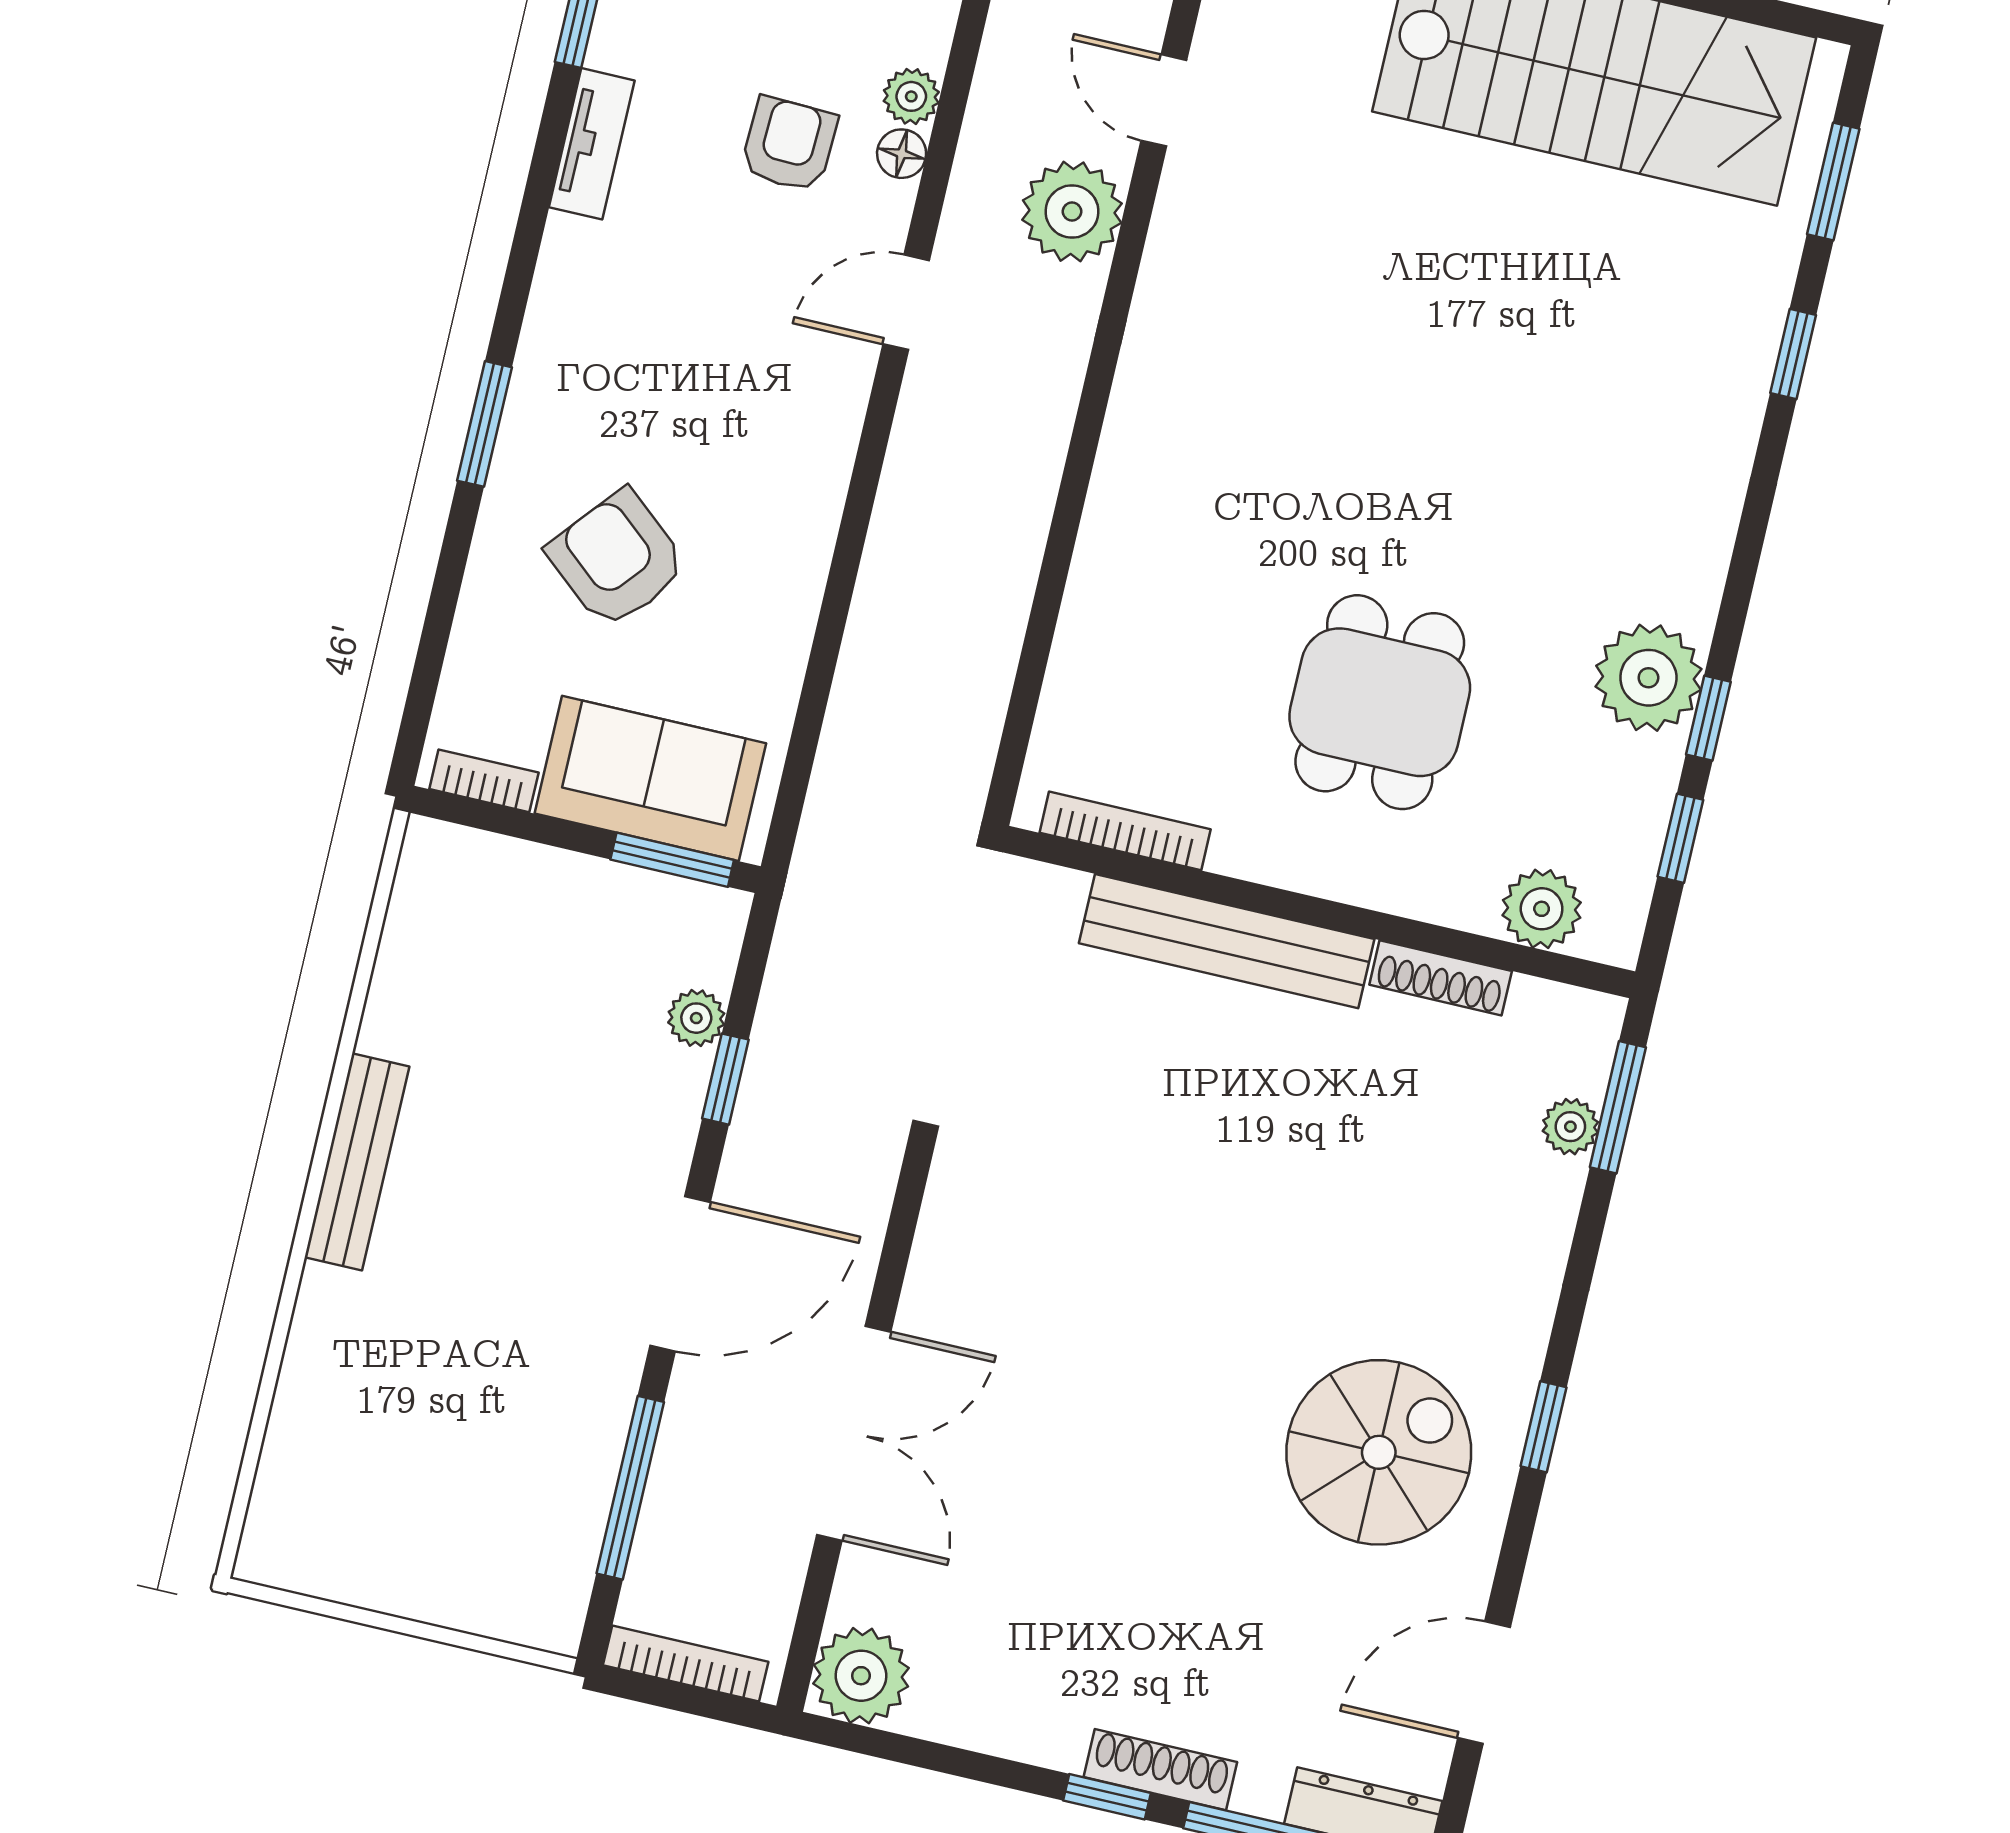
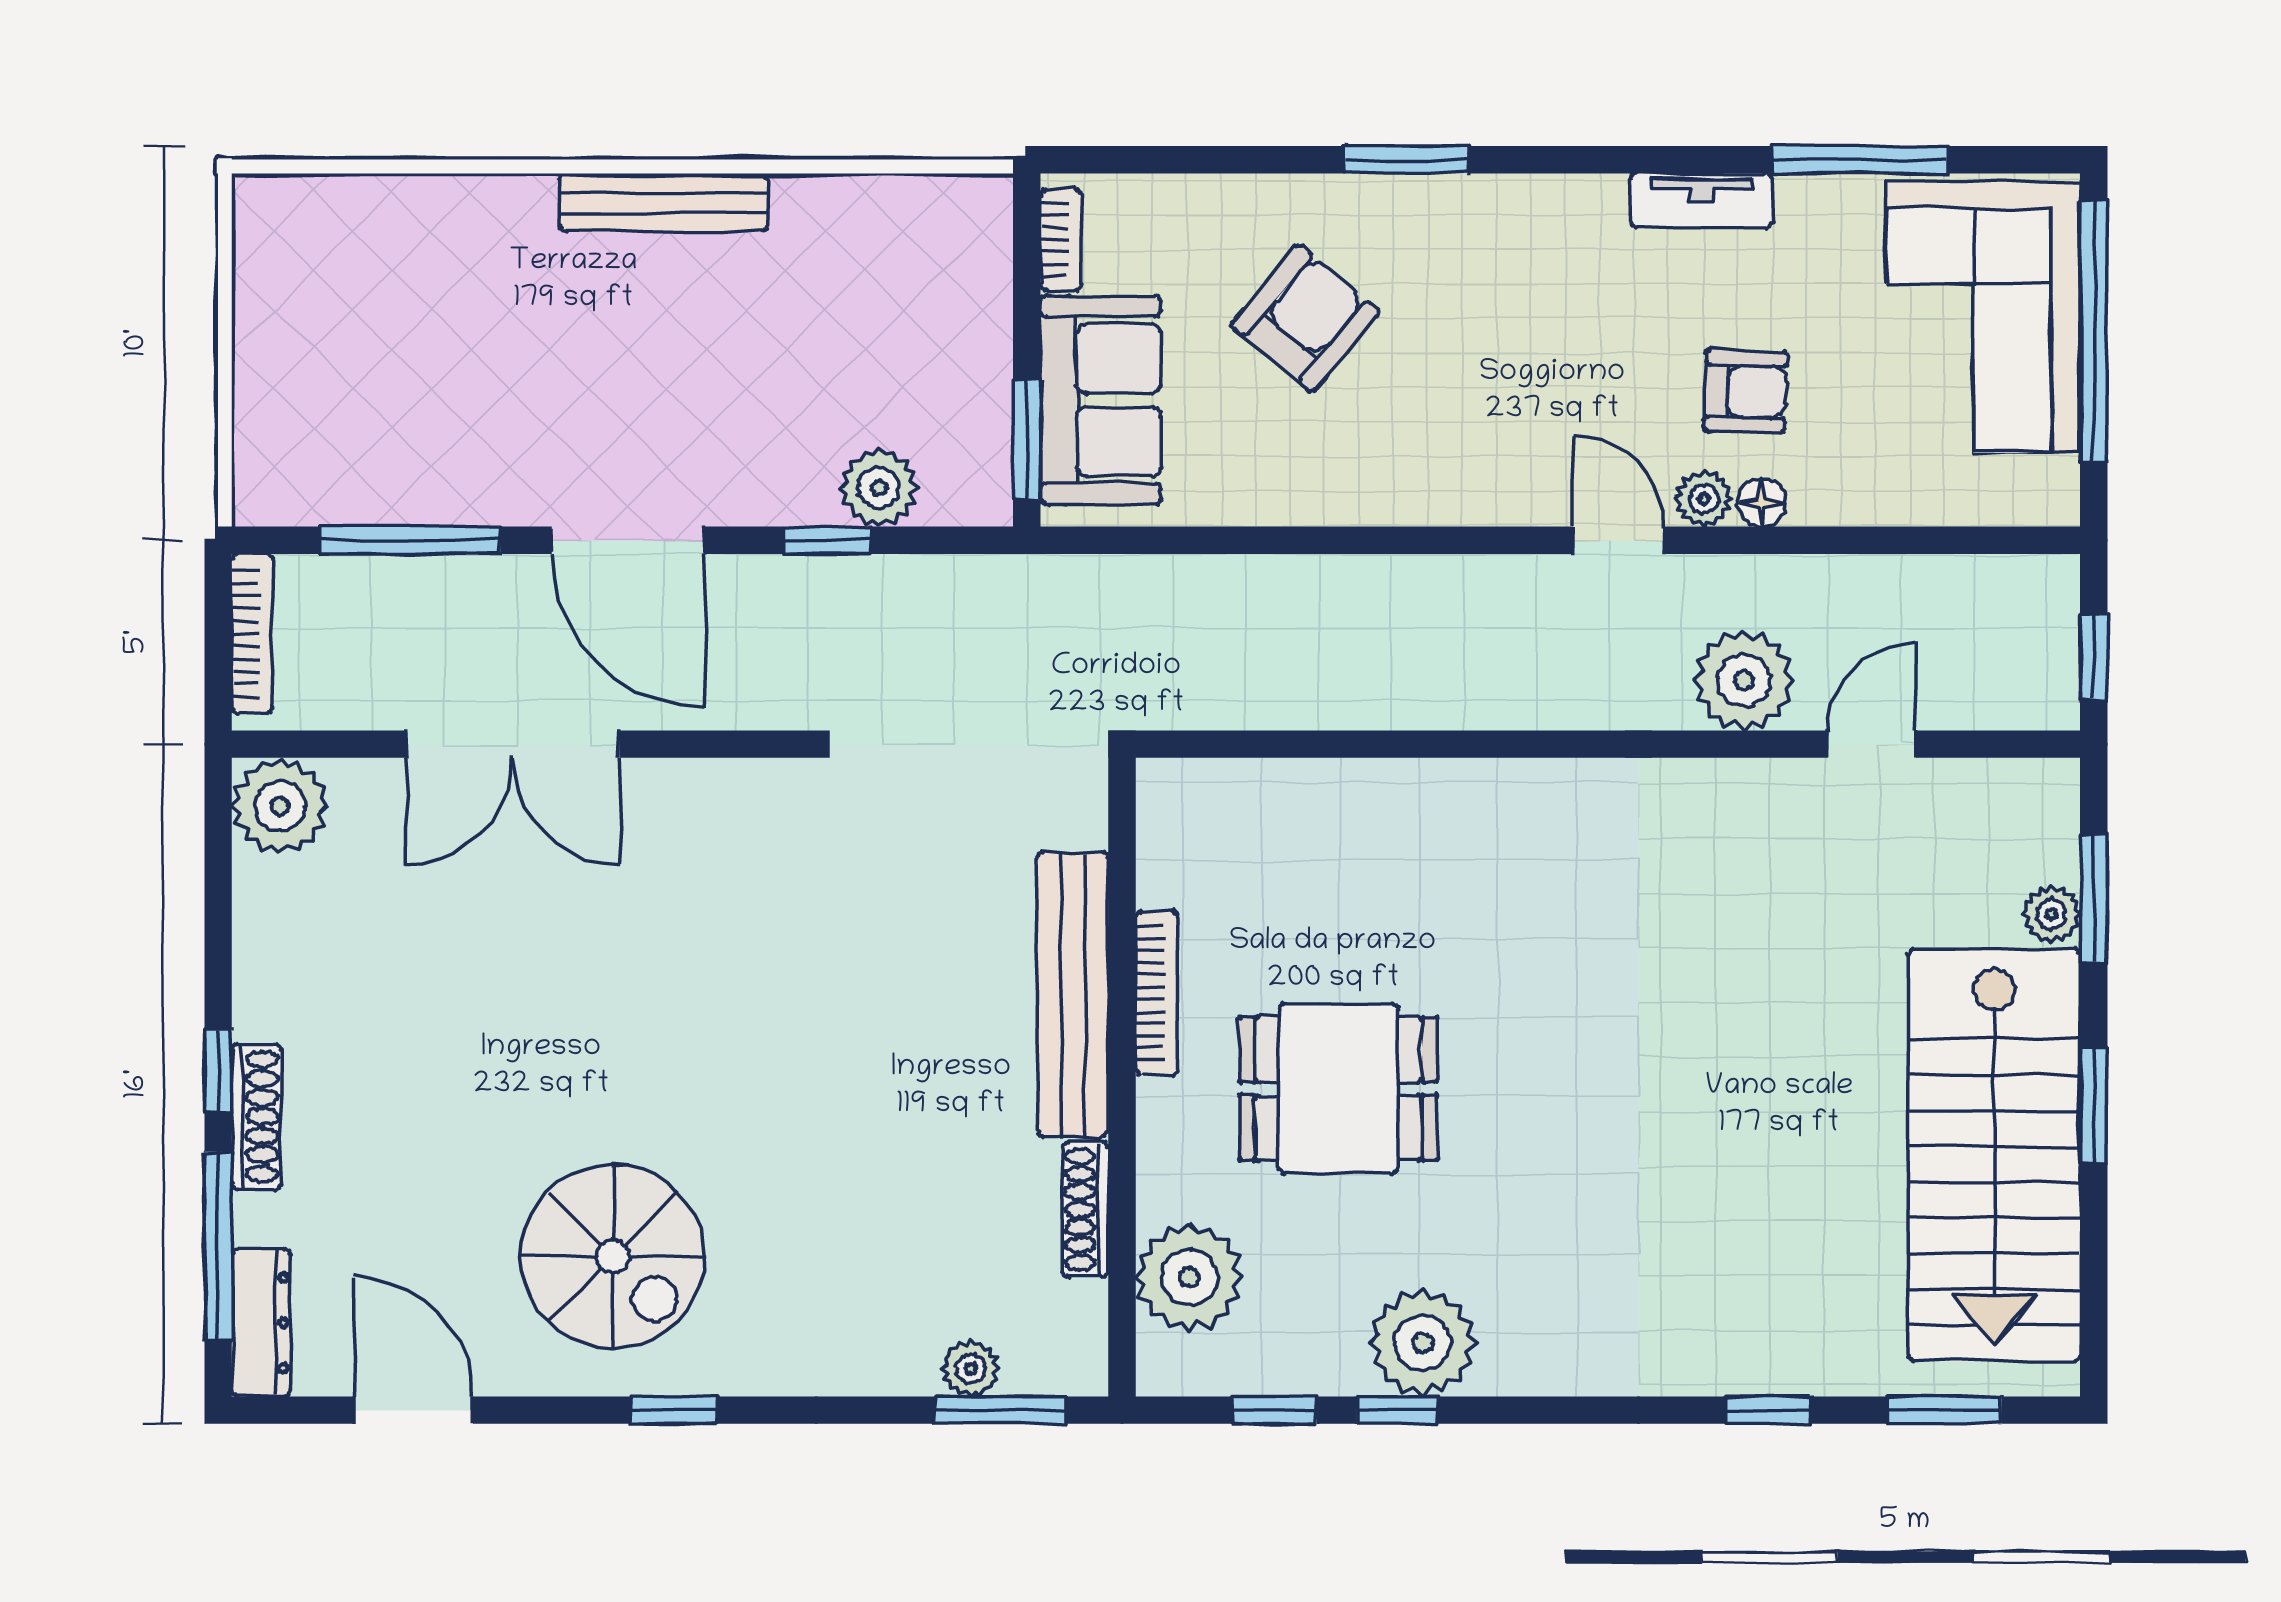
plant: (911, 96) -> (1704, 499), moved
bookcase: (1125, 831) -> (1157, 993), moved
plant: (1542, 909) -> (1189, 1277), width x1.36, depth x1.36
plant: (696, 1018) -> (879, 488), width x1.38, depth x1.38

